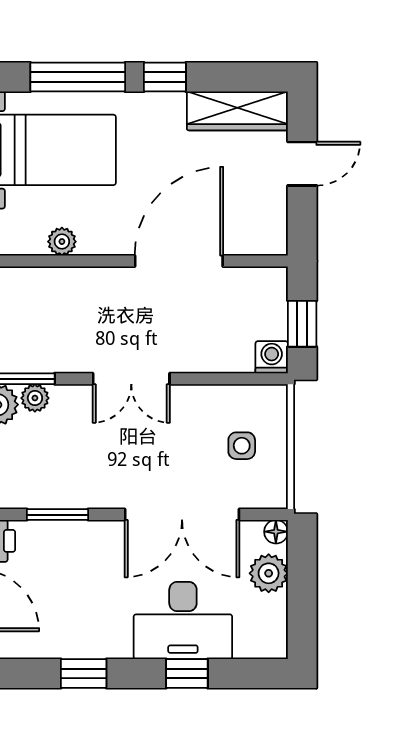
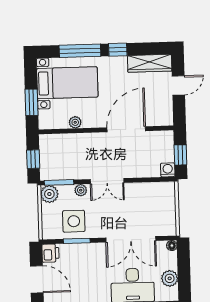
plant: (35, 398) -> (81, 190), moved
side table: (242, 446) -> (74, 221), moved, width x1.87, depth x1.87
plant: (269, 573) -> (170, 278), moved

